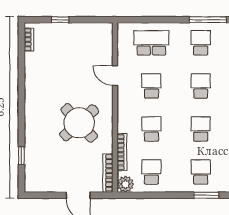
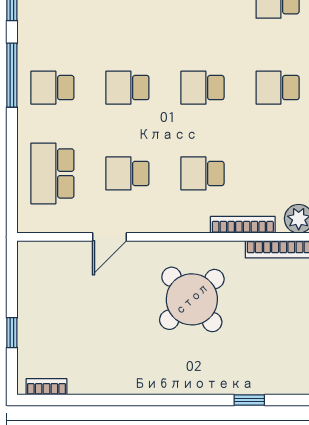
school desk: (151, 172) -> (278, 173), removed

